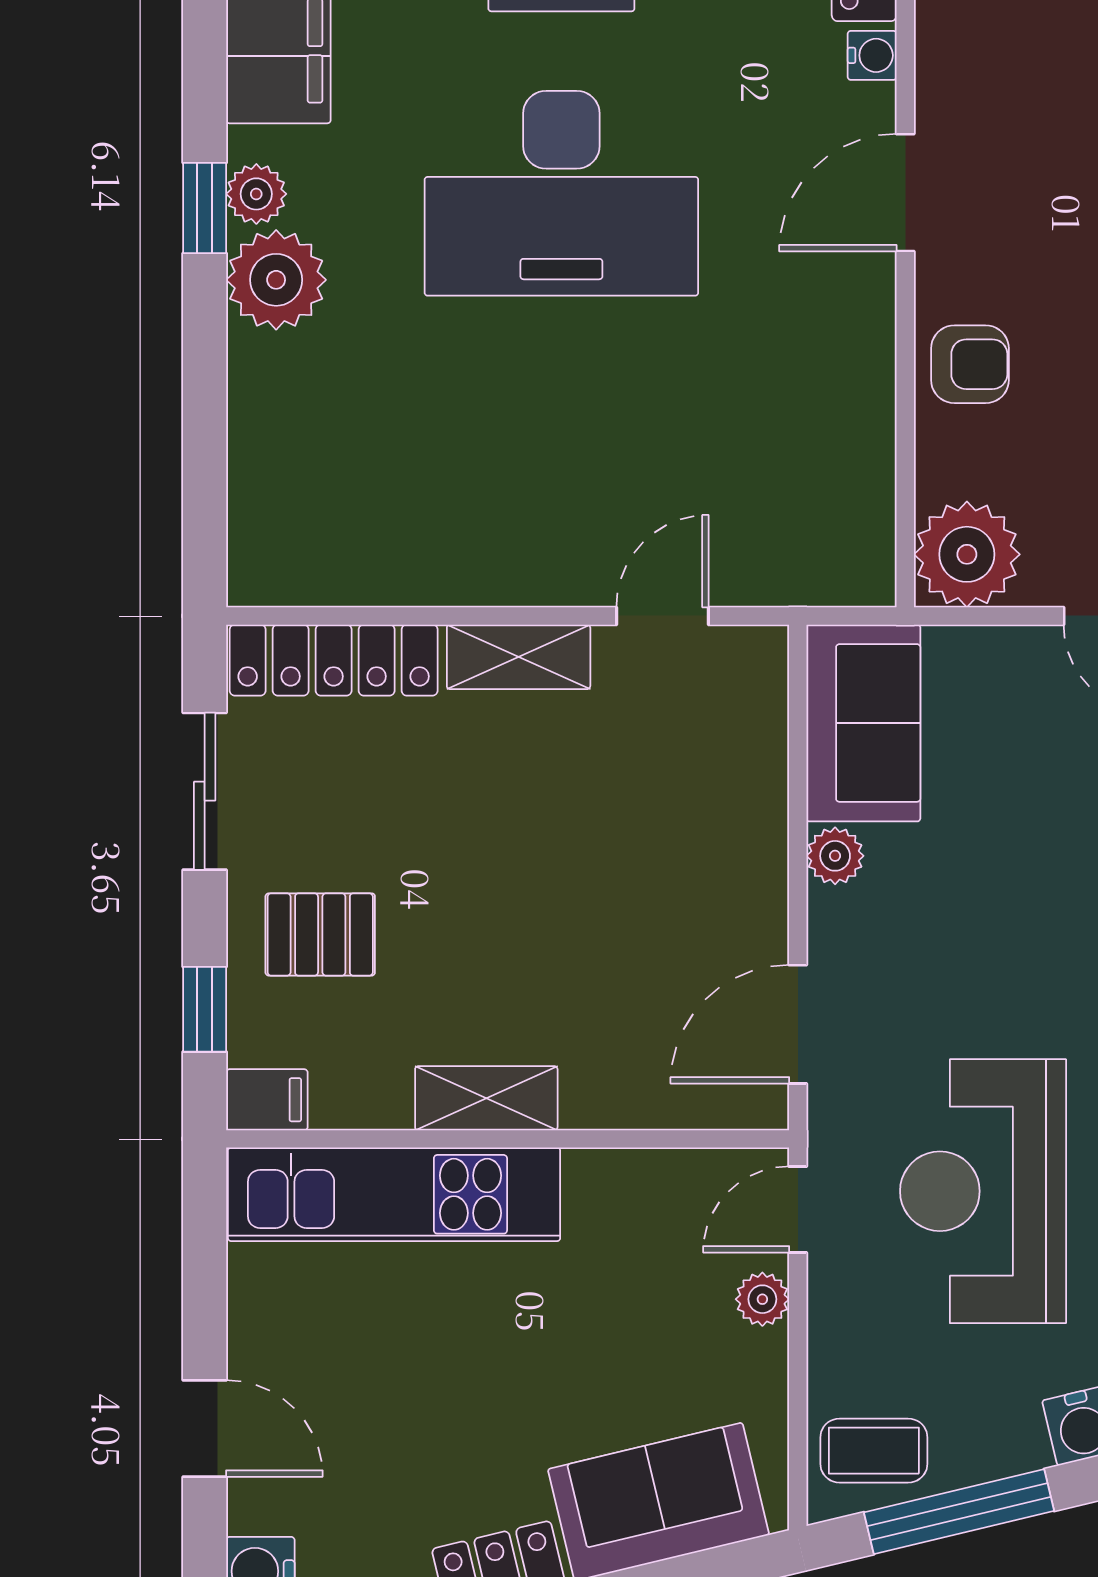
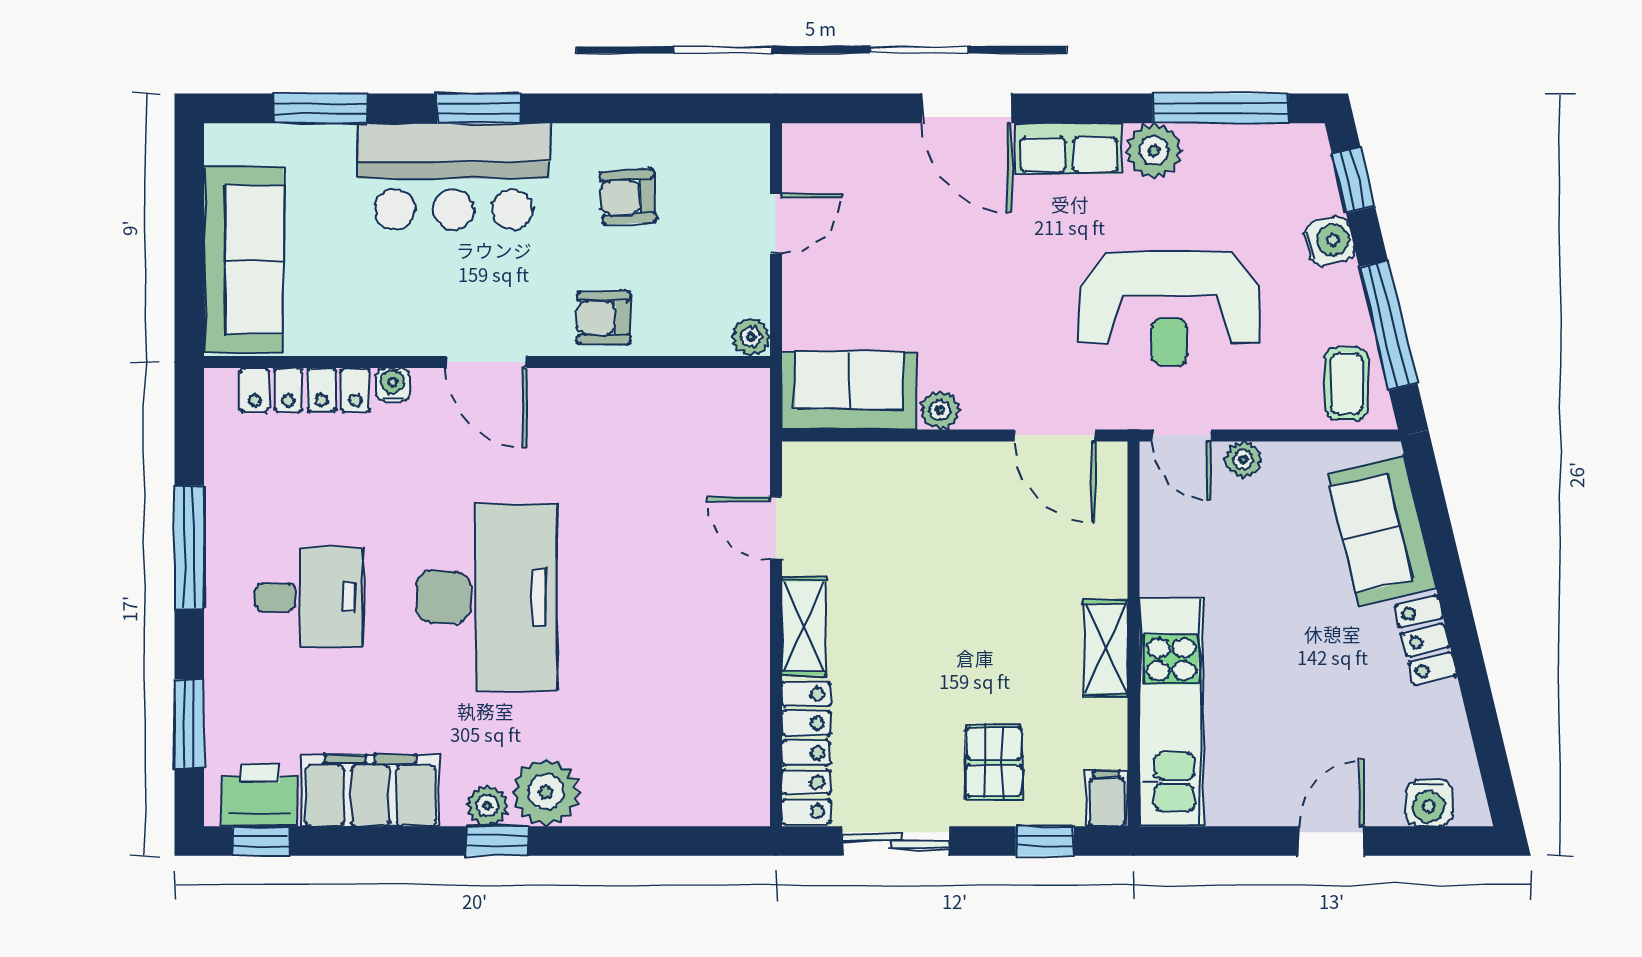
armchair: (970, 364) -> (604, 318), turned -90
plant: (967, 554) -> (751, 337), width x0.53, depth x0.53

